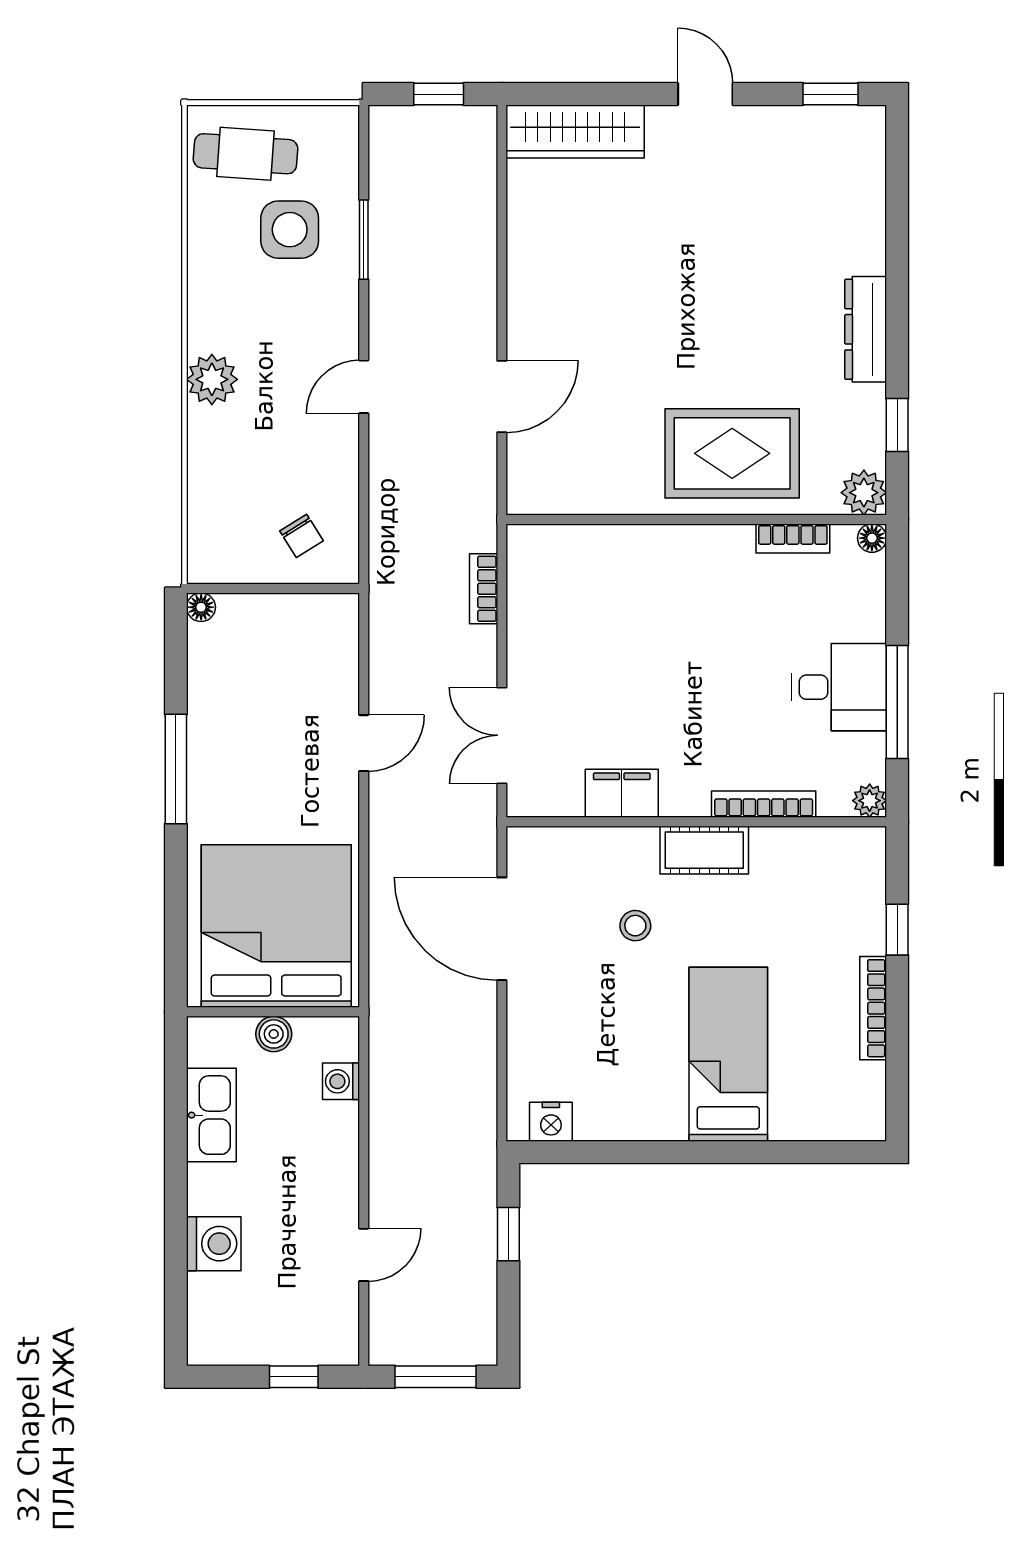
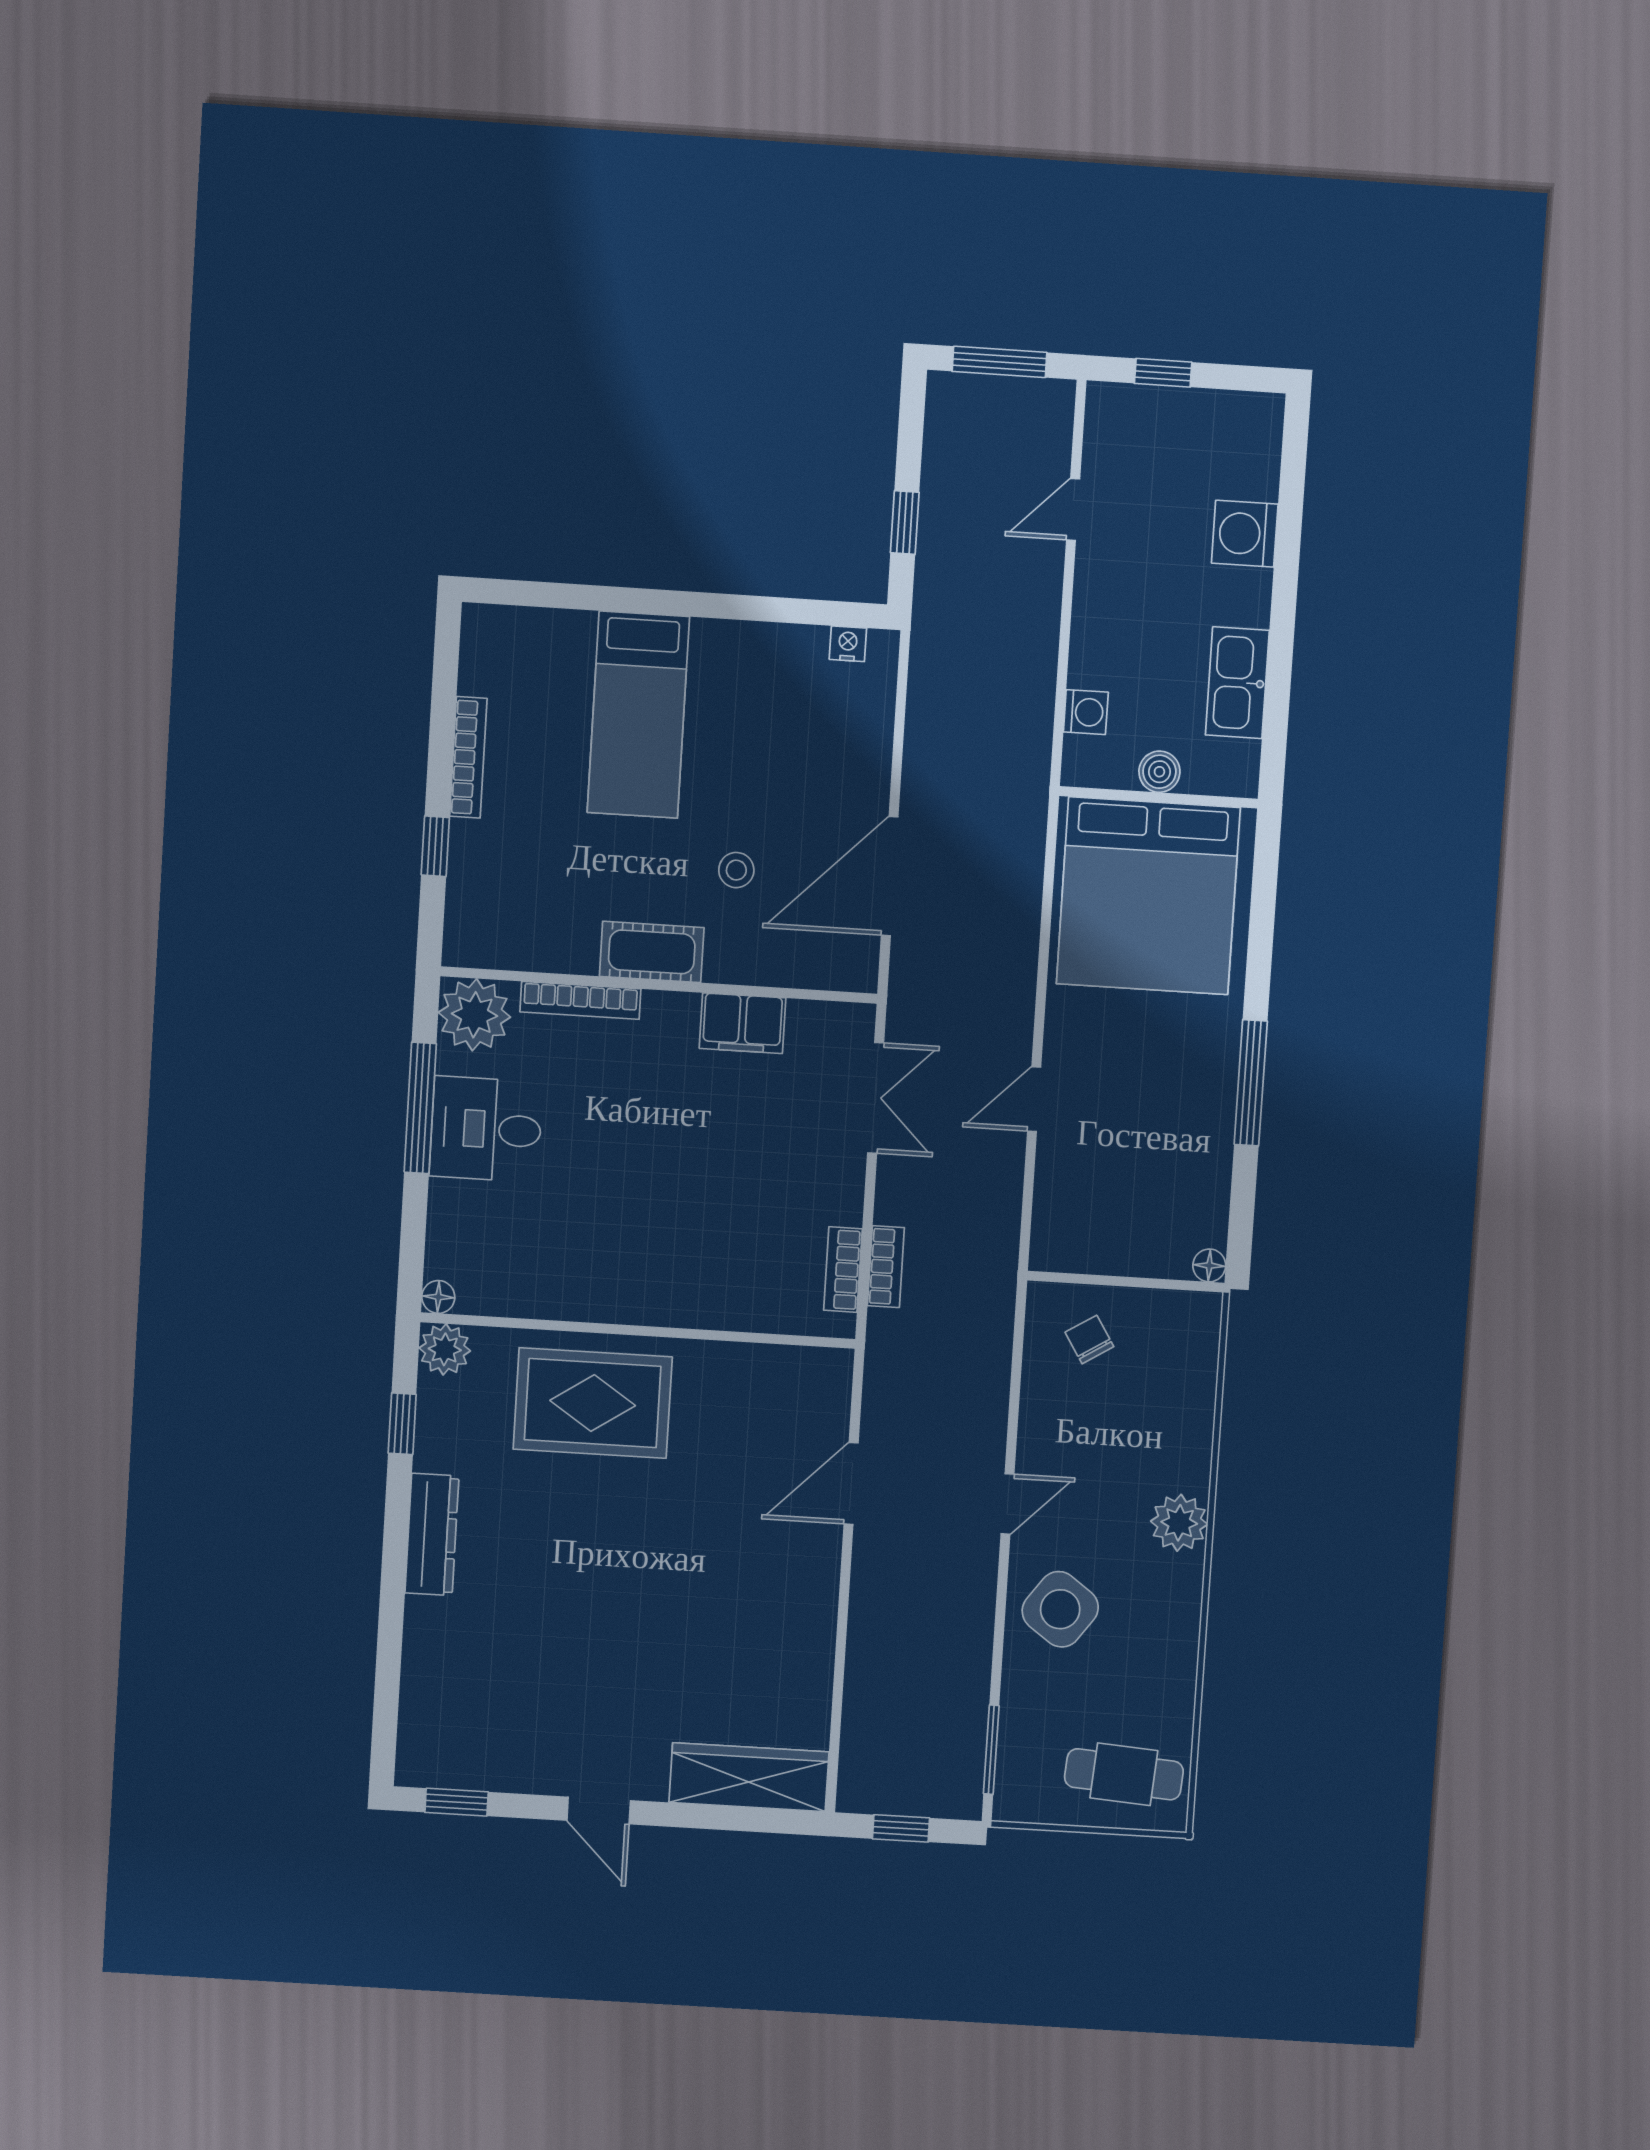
side table: (290, 230) -> (1060, 1609), moved, turned 36
window: (364, 240) -> (991, 1750), moved
bookcase: (793, 538) -> (843, 1270), moved, turned -90
plant: (870, 801) -> (474, 1015), width x1.88, depth x1.88
door: (502, 929) -> (890, 876), swing flipped
nightstand: (551, 1122) -> (848, 644), width x0.72, depth x0.74

